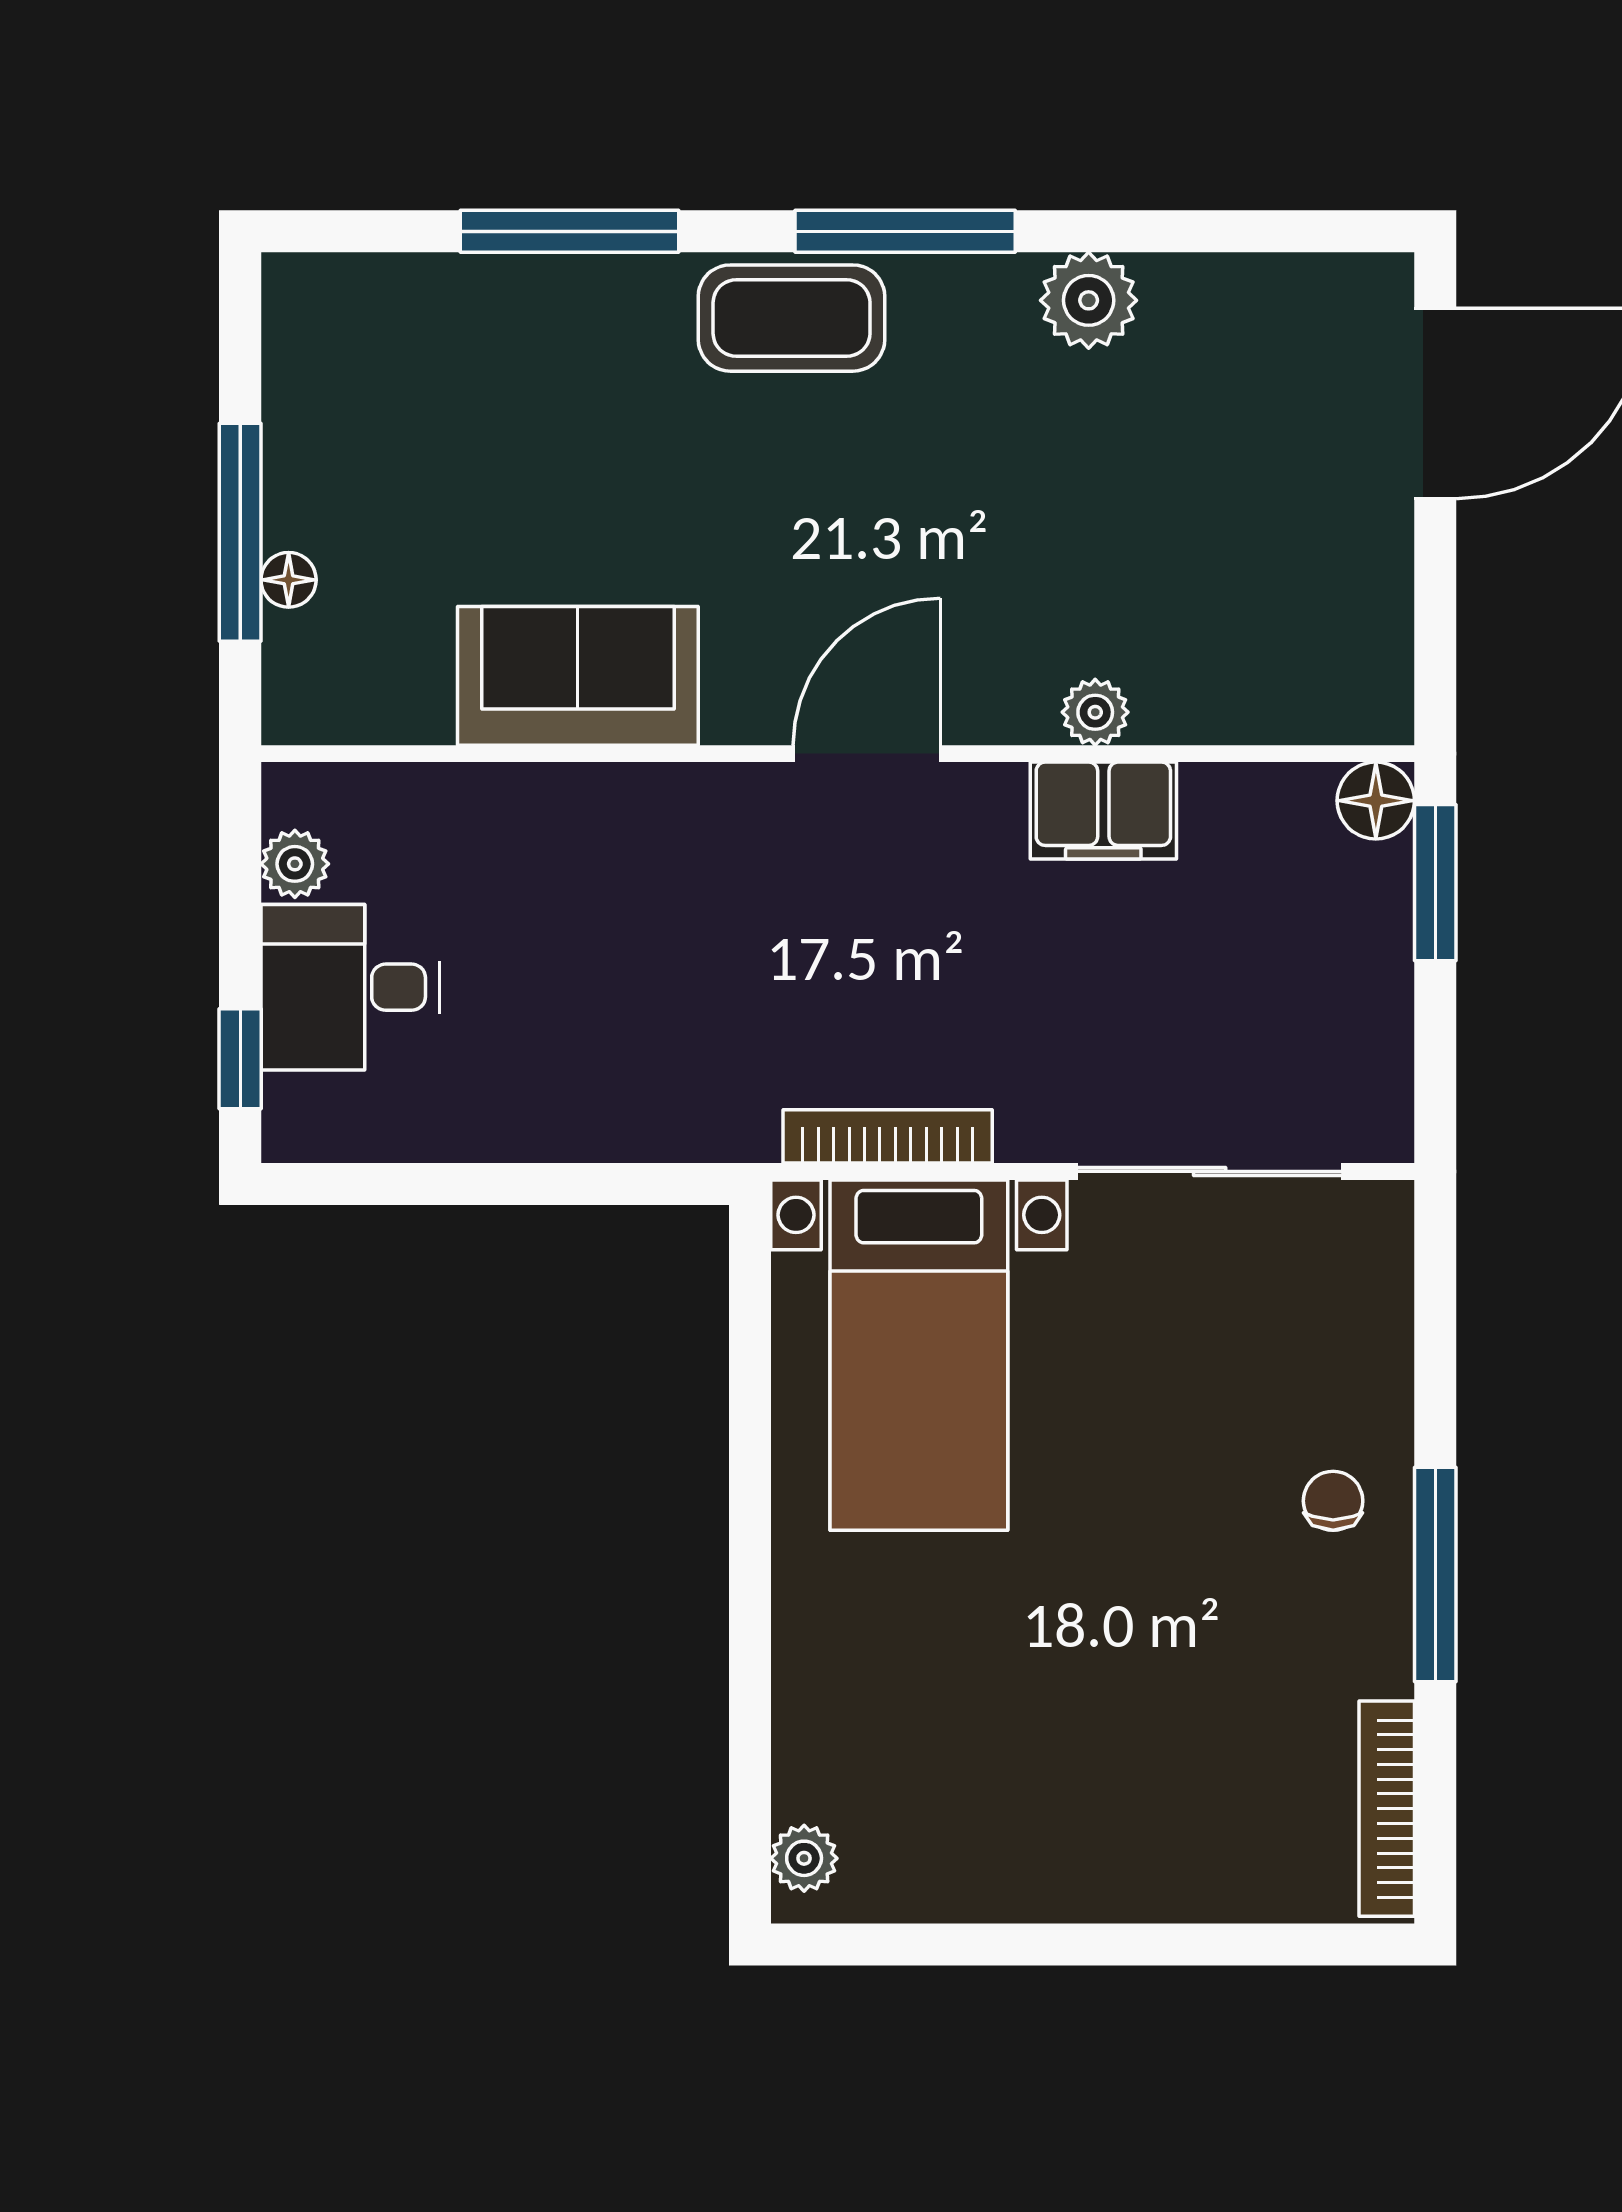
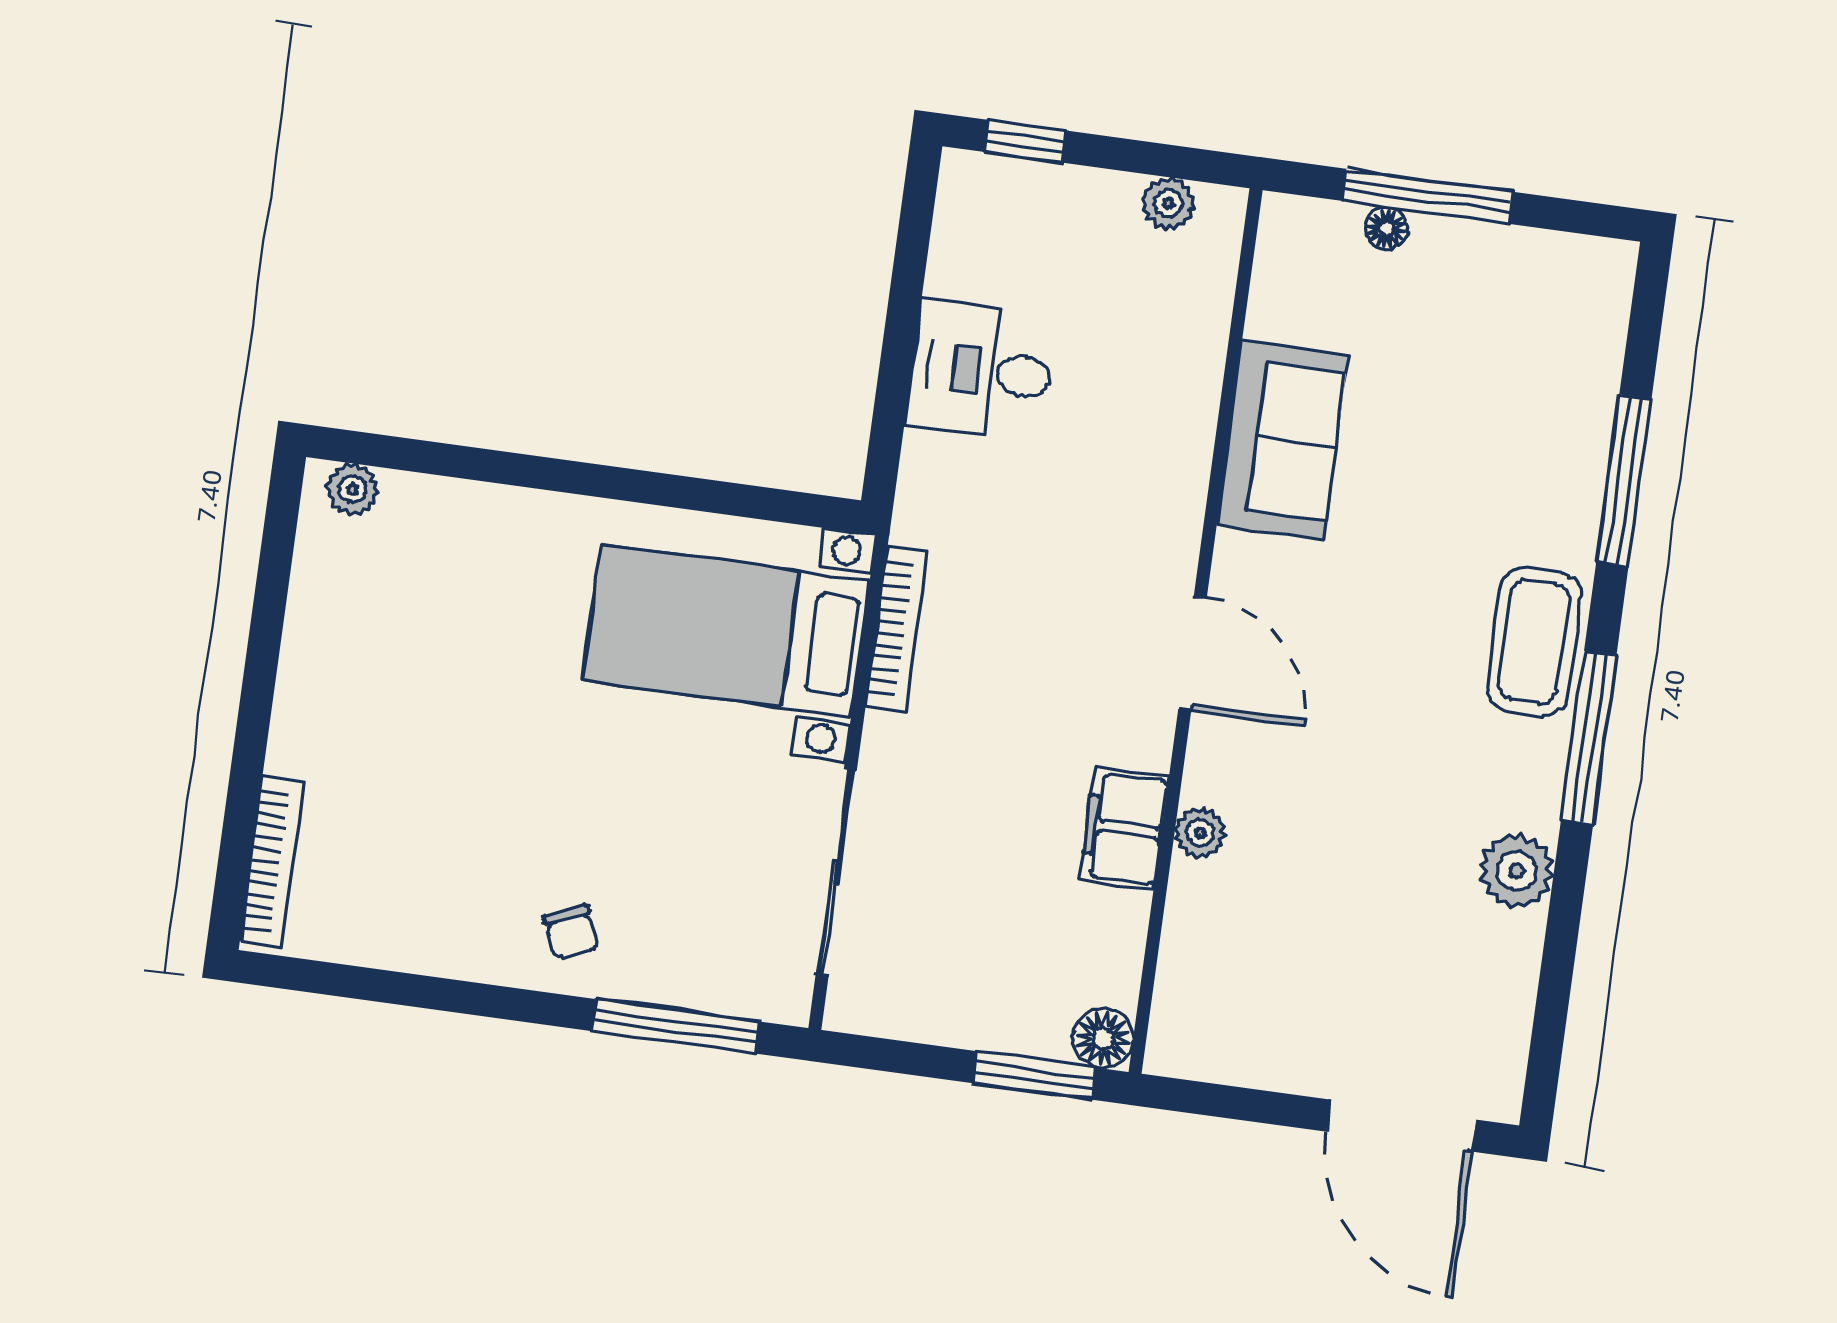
desk: (350, 987) -> (981, 371), moved, turned -90
chair: (1333, 1501) -> (571, 932), turned 67
window: (1435, 1575) -> (676, 1026), moved
bookcase: (1387, 1809) -> (272, 862), moved, turned 90

